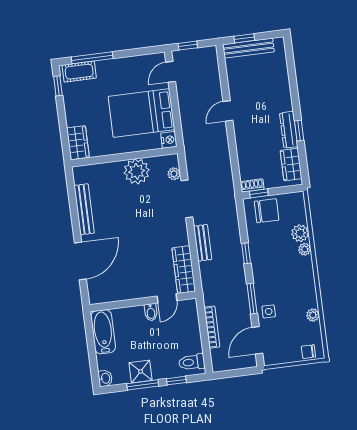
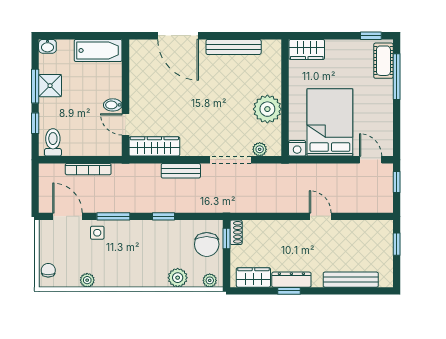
bench: (249, 48) -> (351, 280), moved, turned 90
plant: (305, 249) -> (210, 280), moved

